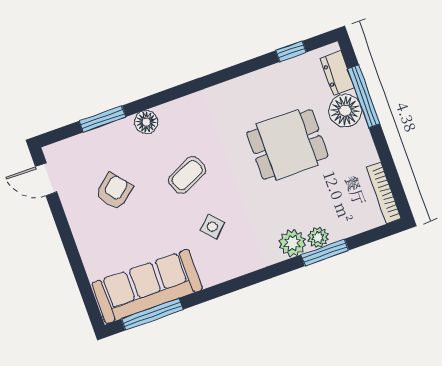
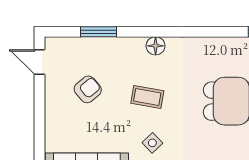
floor lamp: (146, 122) -> (156, 46), moved
coffee table: (187, 175) -> (147, 97), turned 34

